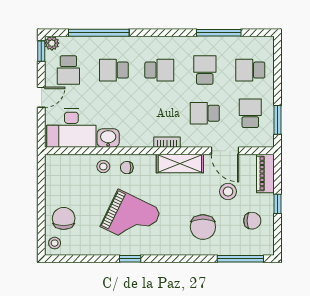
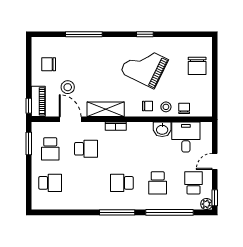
window: (219, 33) -> (117, 212), moved
school desk: (114, 70) -> (158, 183), turned 90
school desk: (205, 70) -> (86, 183), removed
desk: (71, 128) -> (186, 137), width x0.73
window: (277, 204) -> (29, 106), moved
chair: (203, 227) -> (184, 108), moved, width x0.54, depth x0.54
stool: (55, 243) -> (204, 47), removed
window: (240, 259) -> (84, 34), moved

